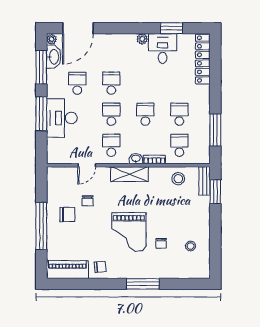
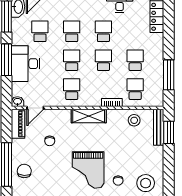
school desk: (145, 83) -> (103, 31), added
washbasin: (136, 159) -> (18, 102), moved
door: (87, 165) -> (35, 108), moved
bench: (205, 181) -> (159, 127), width x1.36
piano: (54, 182) -> (18, 124), added
chair: (67, 215) -> (24, 171), moved, turned -87
stool: (191, 246) -> (146, 183), width x1.89, depth x1.89

